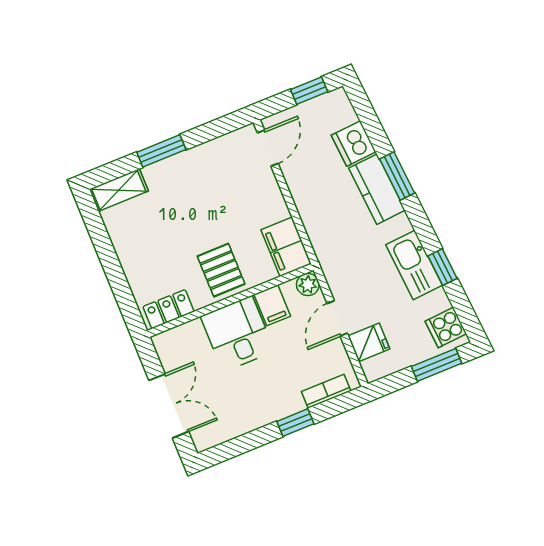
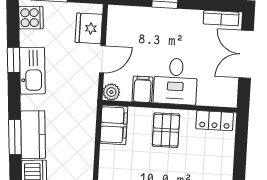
fridge: (369, 342) -> (89, 28), width x1.38
bookcase: (326, 391) -> (221, 18), moved

